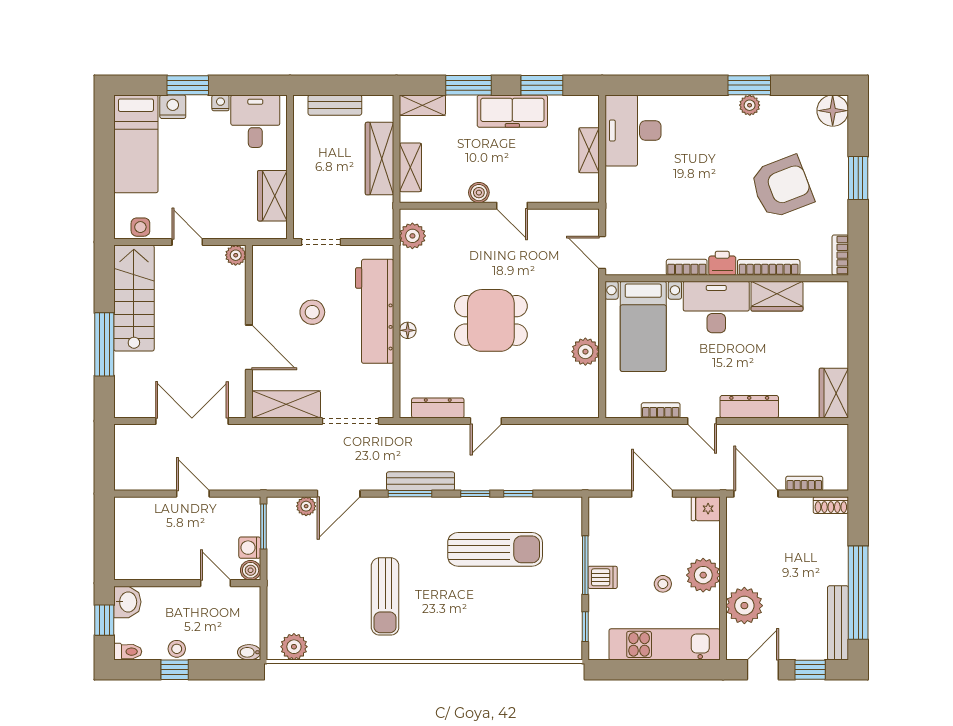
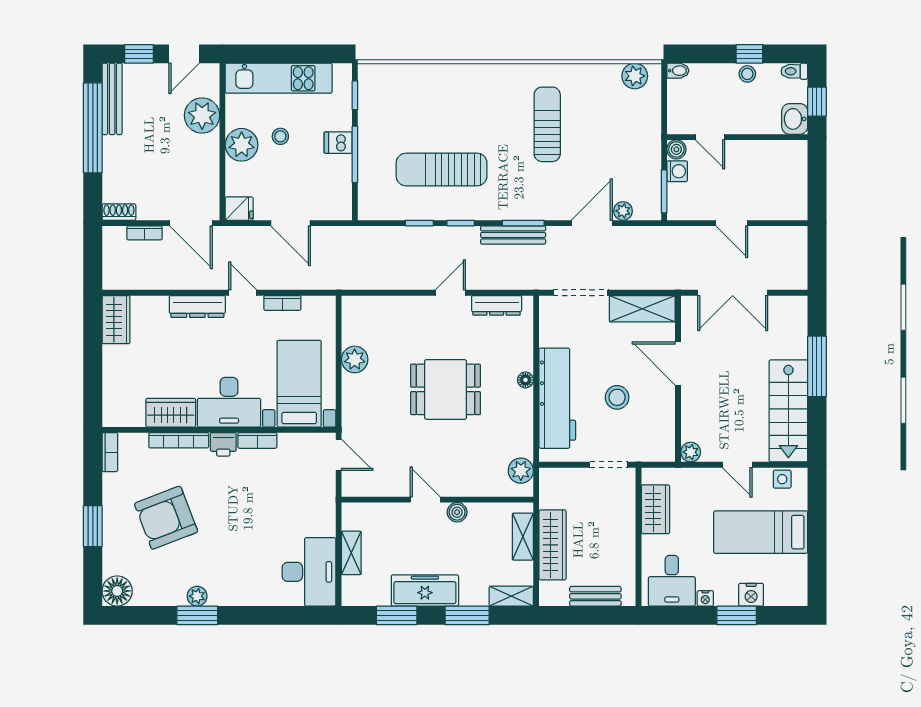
bed: (136, 144) -> (761, 532), moved, turned -90

